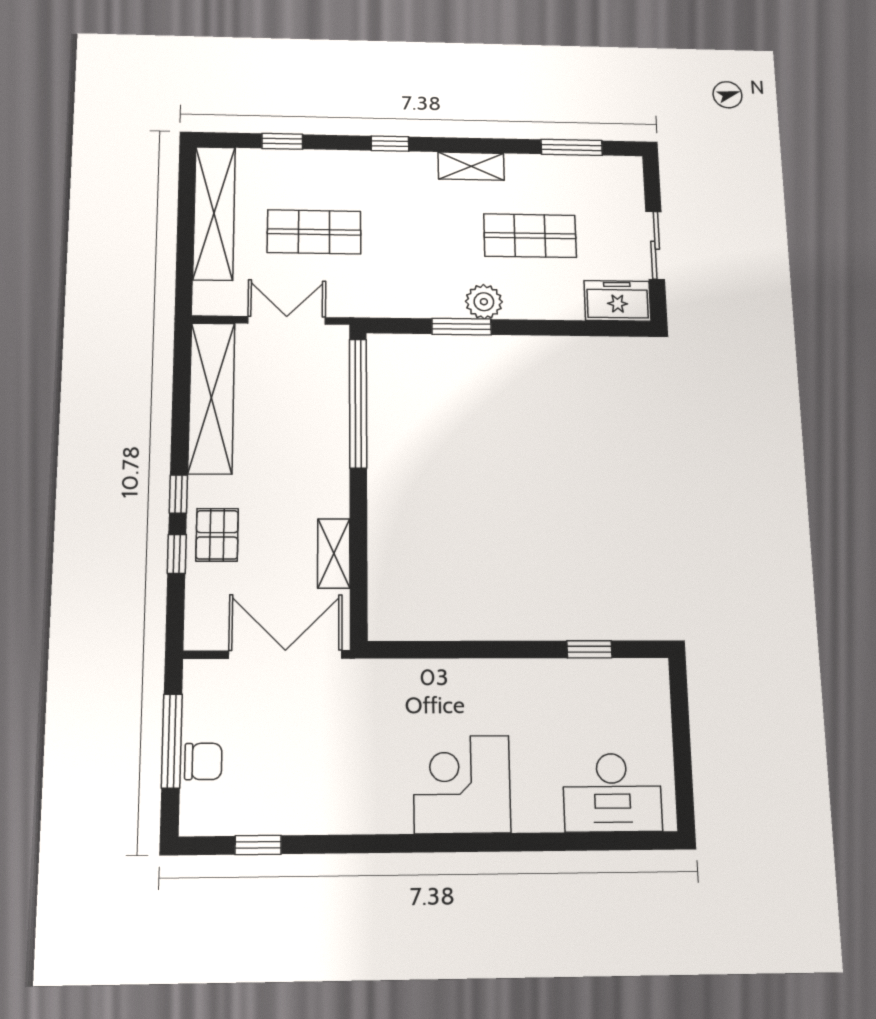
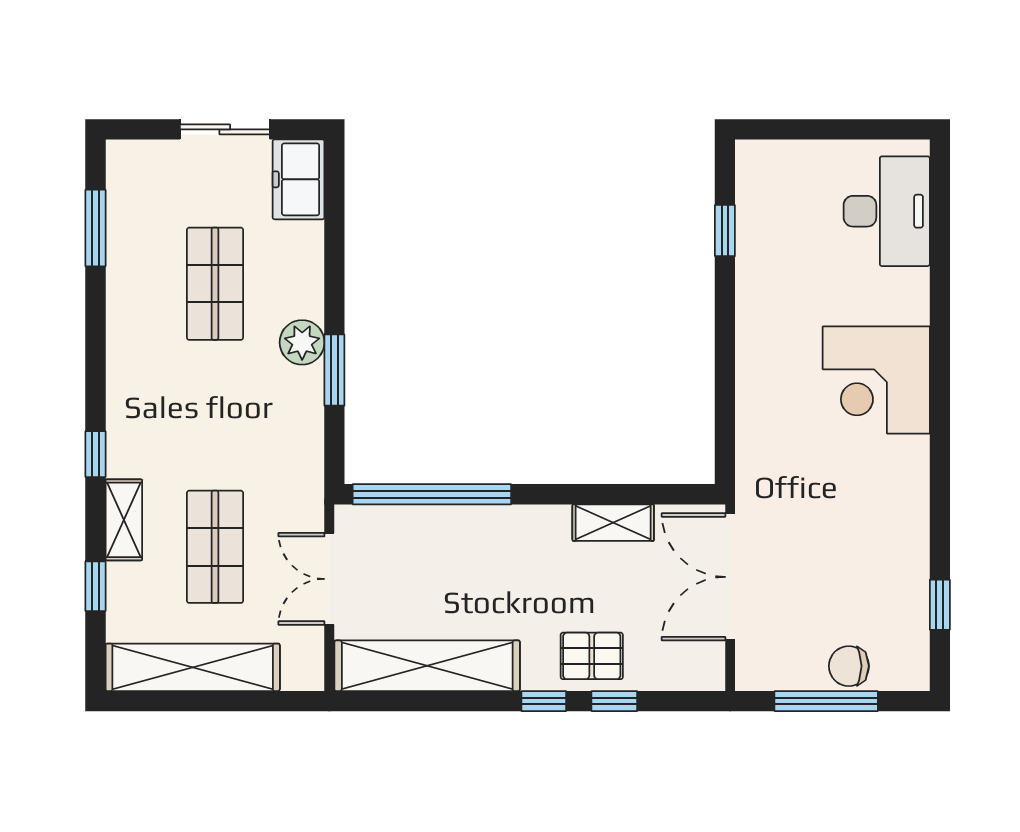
shelving: (471, 166) -> (124, 520), moved
chair: (203, 761) -> (849, 666), turned -90

